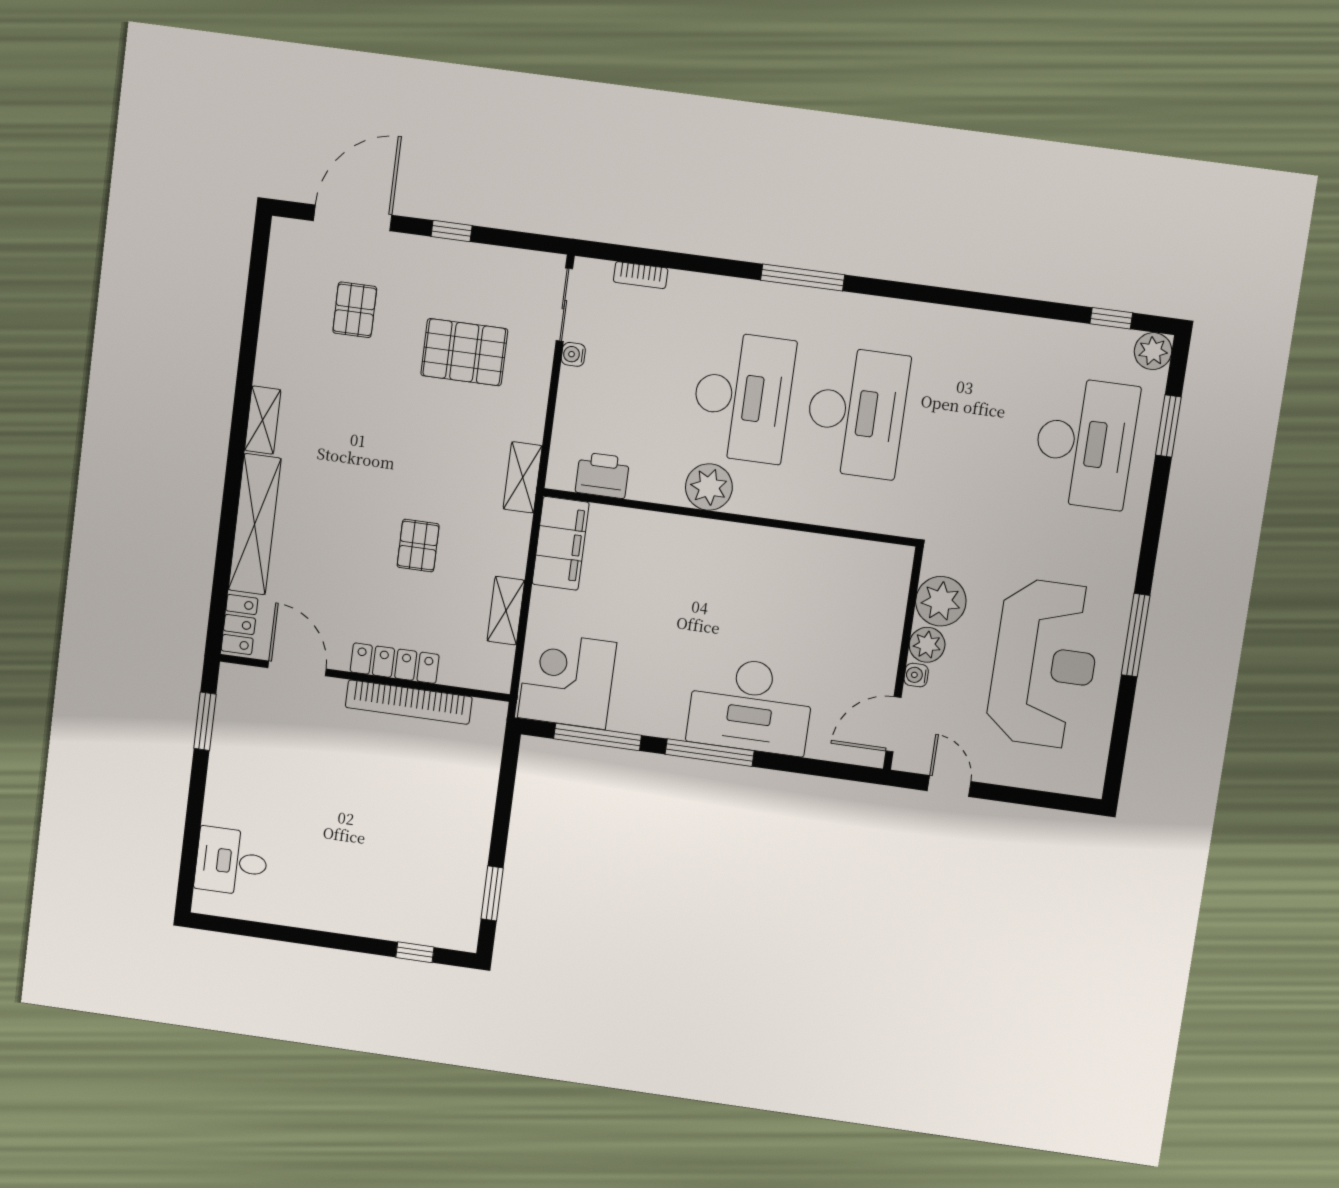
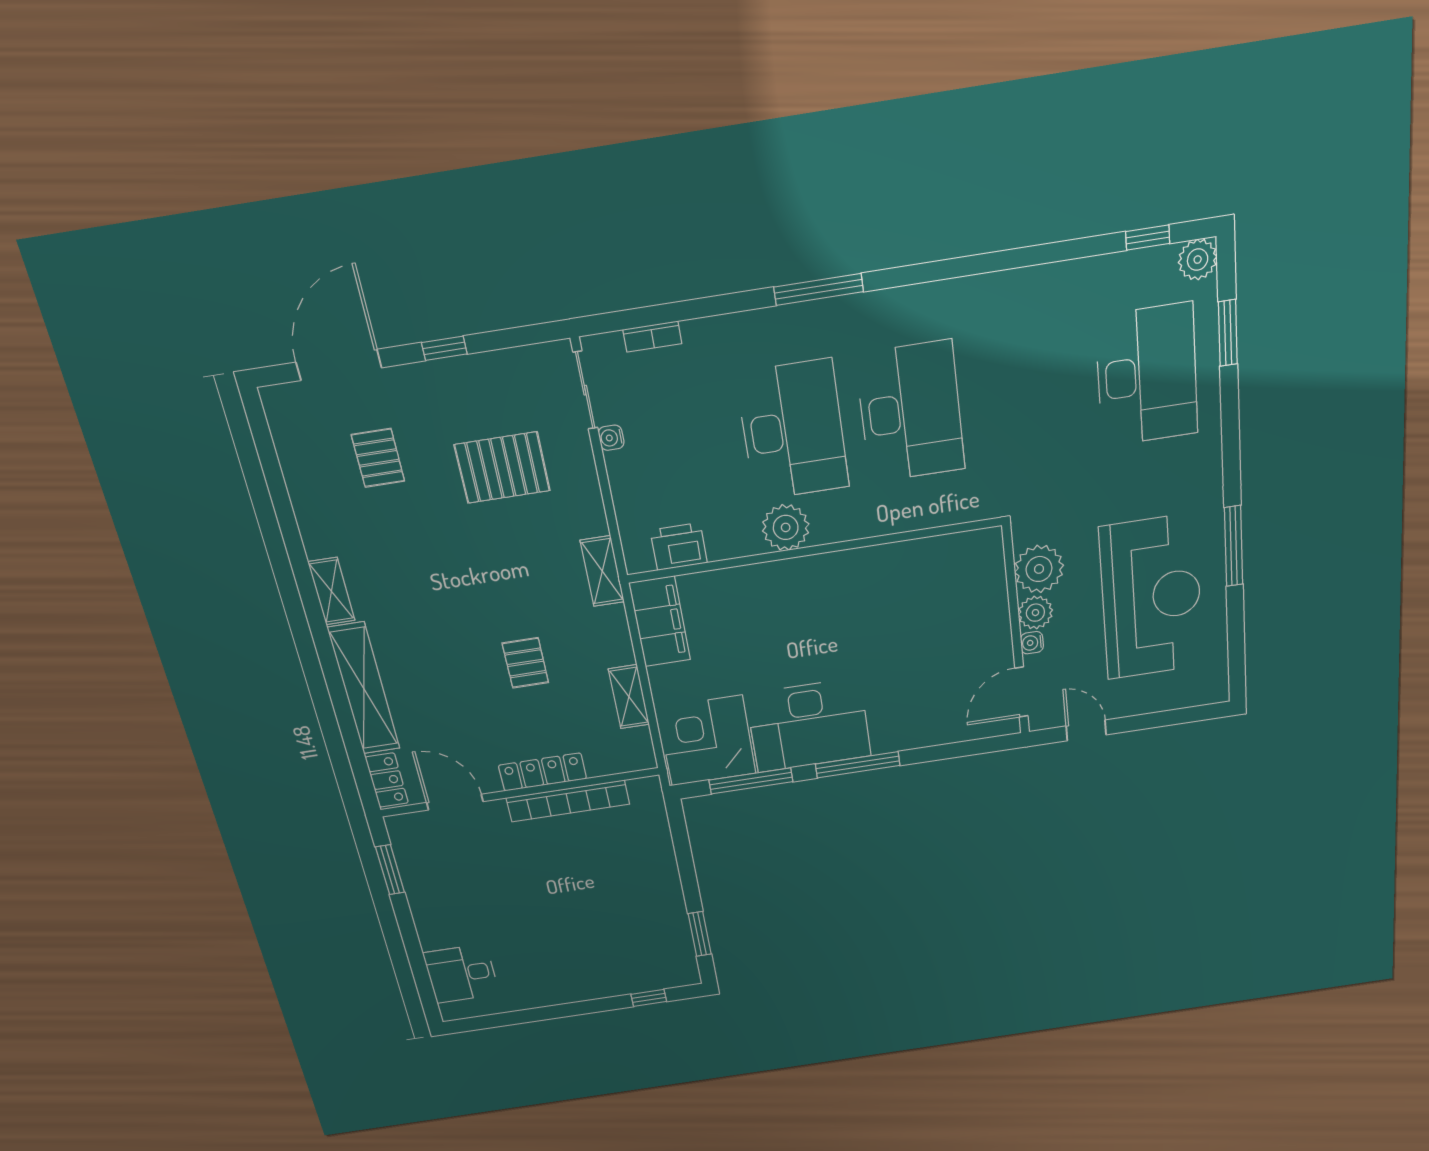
desk: (750, 706) -> (809, 725), moved

